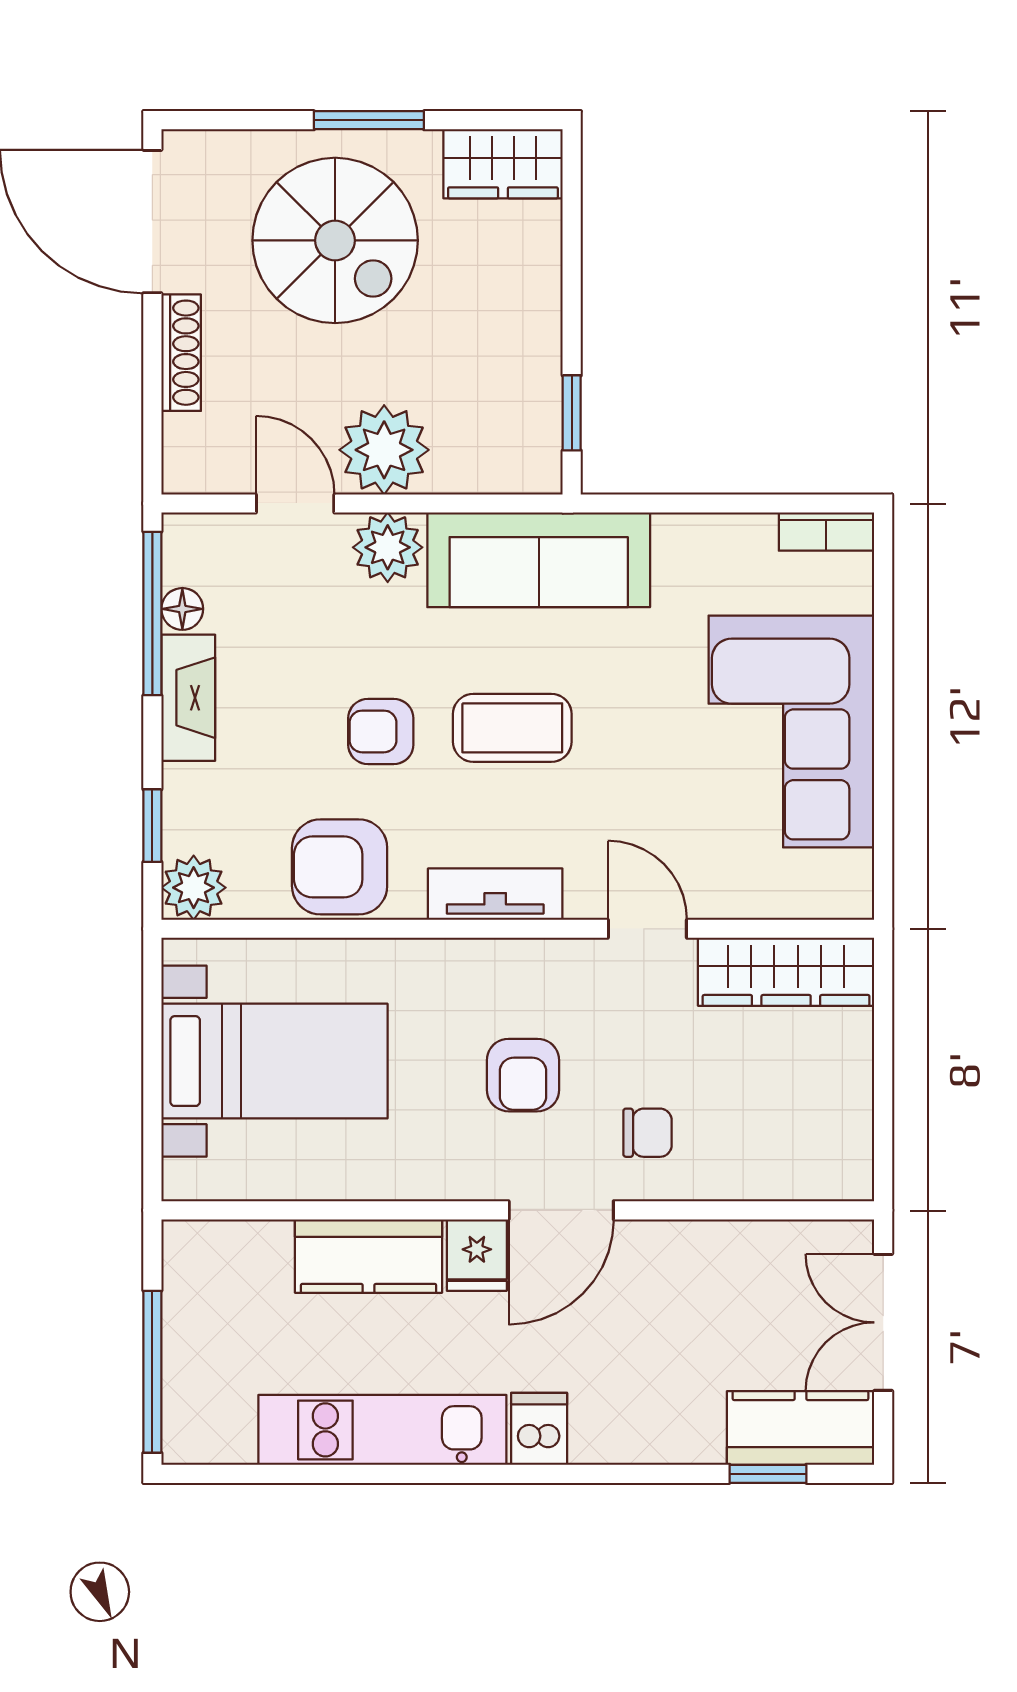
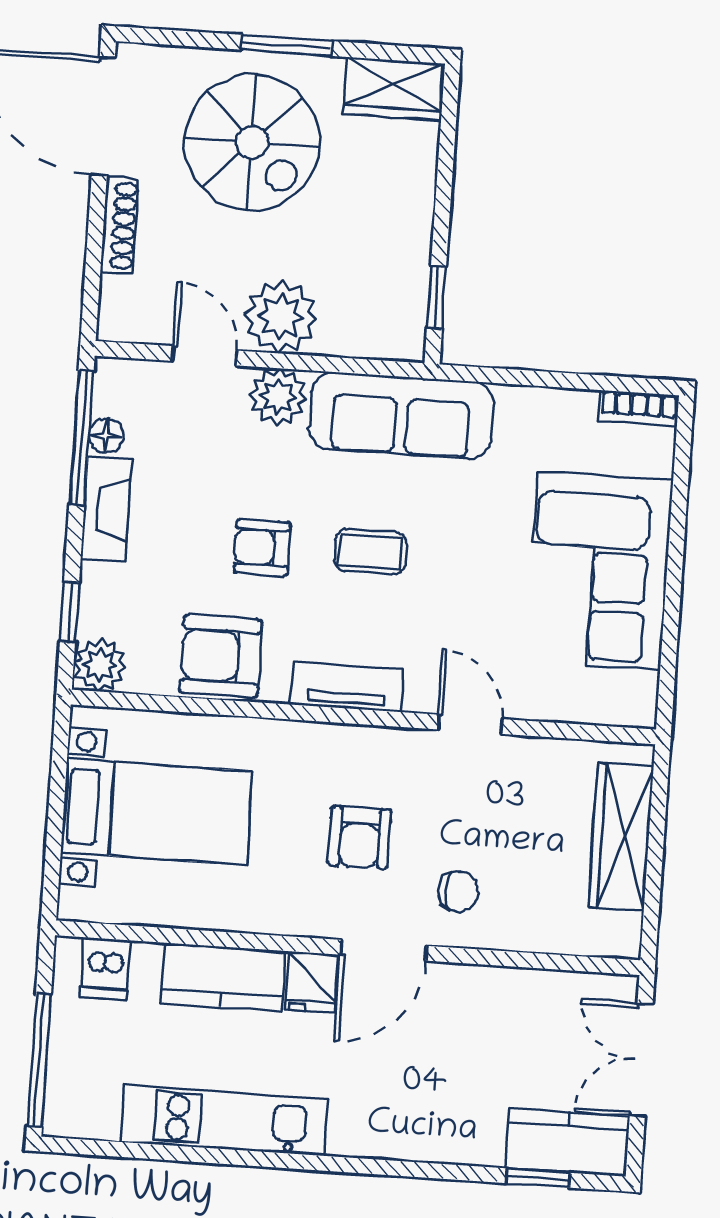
coffee table: (512, 728) -> (370, 552), width x0.73, depth x0.77
wardrobe: (786, 972) -> (621, 837), moved, turned 90
dishwasher: (539, 1429) -> (105, 968), moved, turned 180

